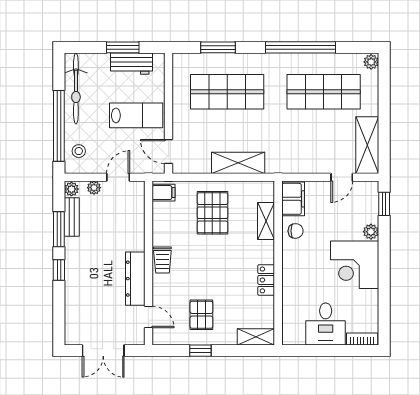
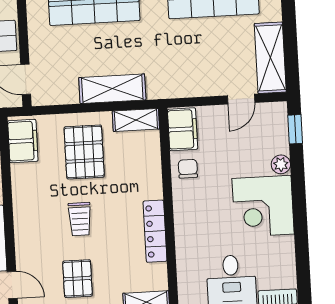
filing cabinet: (163, 193) -> (23, 141), width x2.00
shelving: (266, 221) -> (136, 120), moved, turned 90
chair: (296, 231) -> (188, 169), turned -90
trolley: (162, 260) -> (80, 219), moved
locker: (266, 280) -> (155, 231), width x1.53

